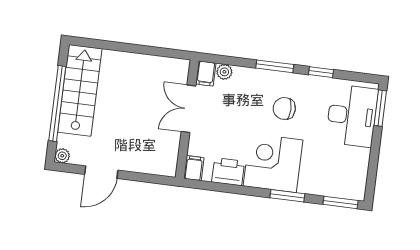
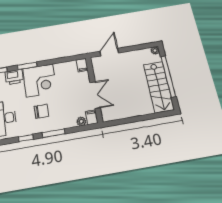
door: (101, 172) -> (109, 52), moved
printer: (228, 172) -> (14, 77), moved

